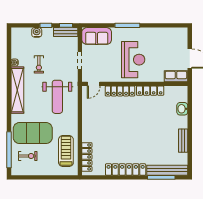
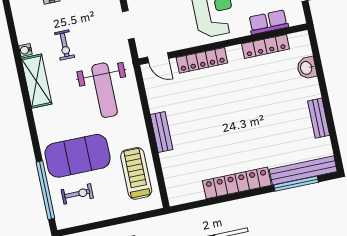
row of seats: (176, 76) -> (268, 22), moved
door: (94, 84) -> (158, 58), hinge flipped
shelving: (17, 90) -> (37, 81), width x0.68
locker: (150, 91) -> (265, 46), moved
bench: (86, 129) -> (162, 132), added
locker: (87, 157) -> (171, 176), removed

